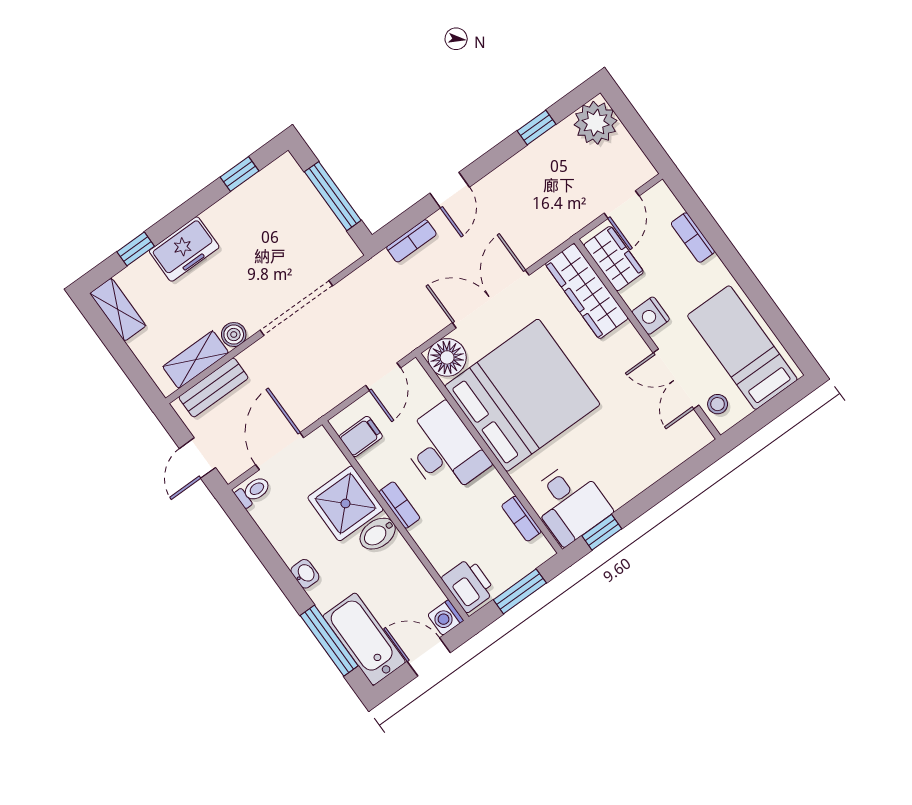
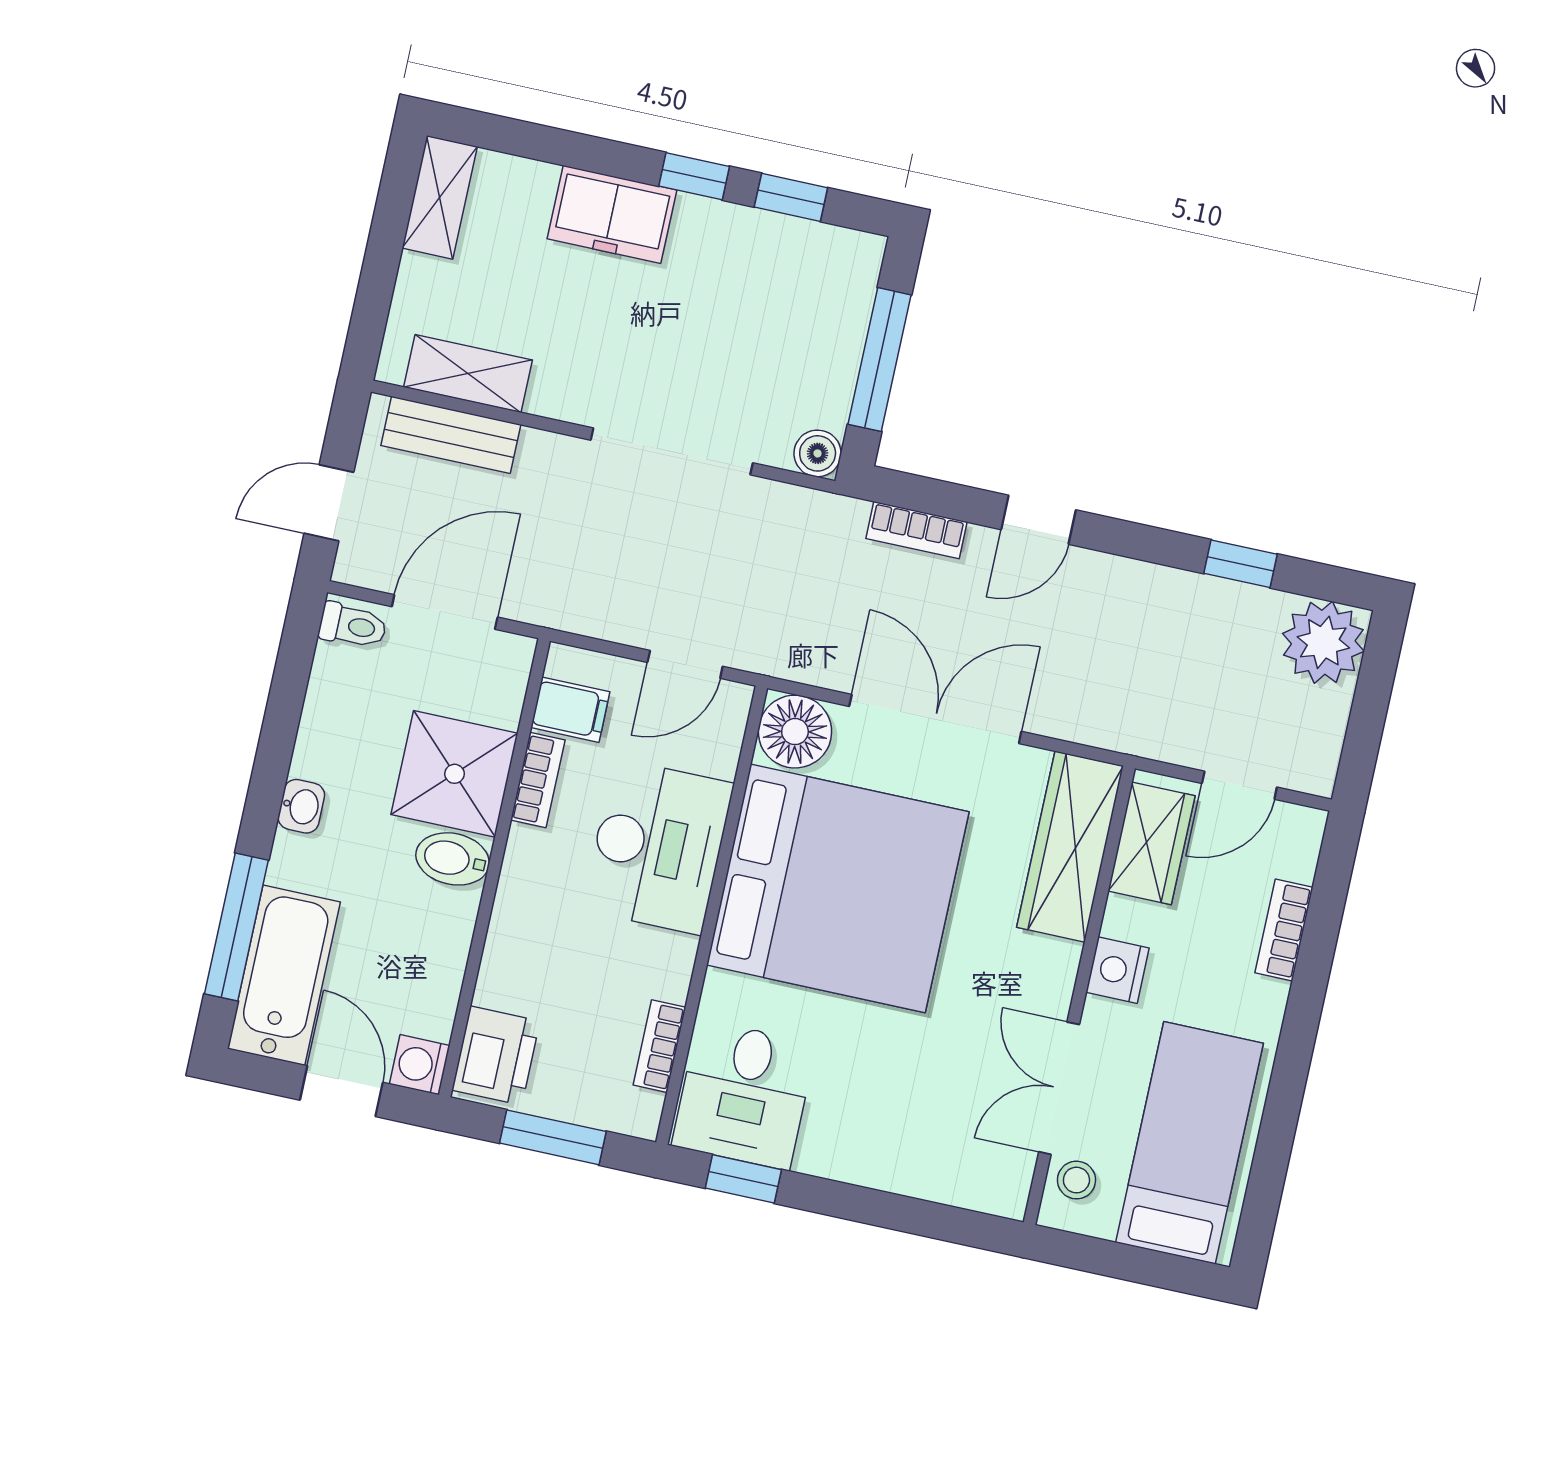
window: (136, 249) -> (694, 176), moved
boiler: (234, 335) -> (818, 453), moved
bookcase: (399, 505) -> (538, 780), moved

